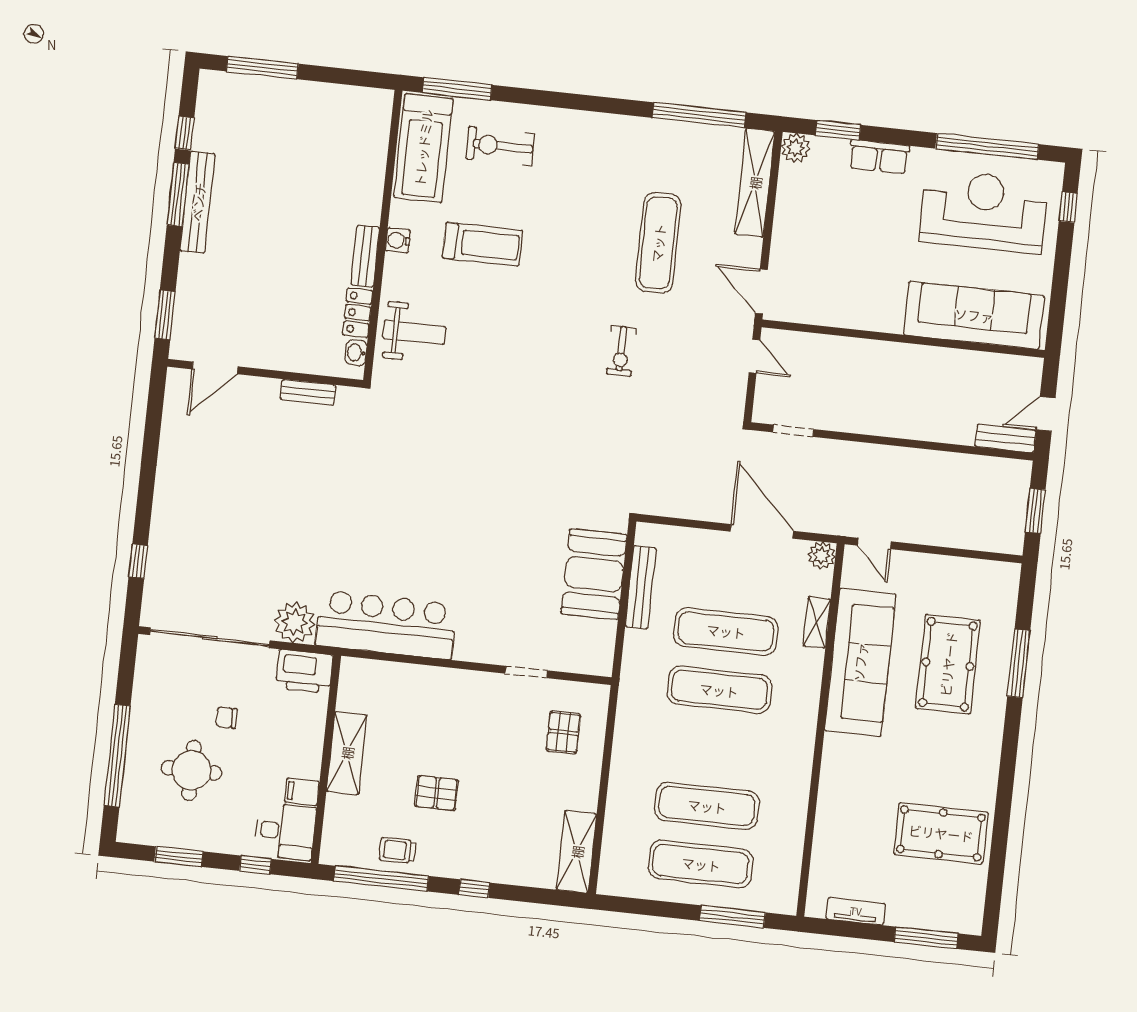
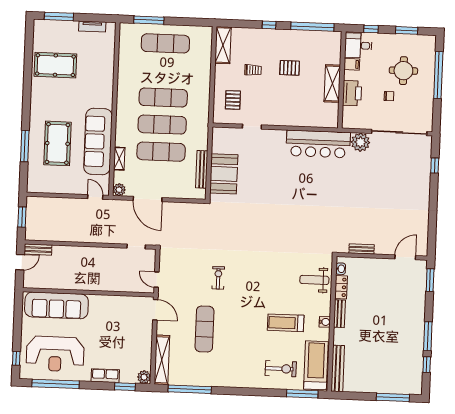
bench: (198, 202) -> (338, 368), moved
printer: (304, 671) -> (352, 93), moved, turned 90
exercise mat: (707, 806) -> (163, 97), moved
trolley: (397, 850) -> (253, 70), moved

